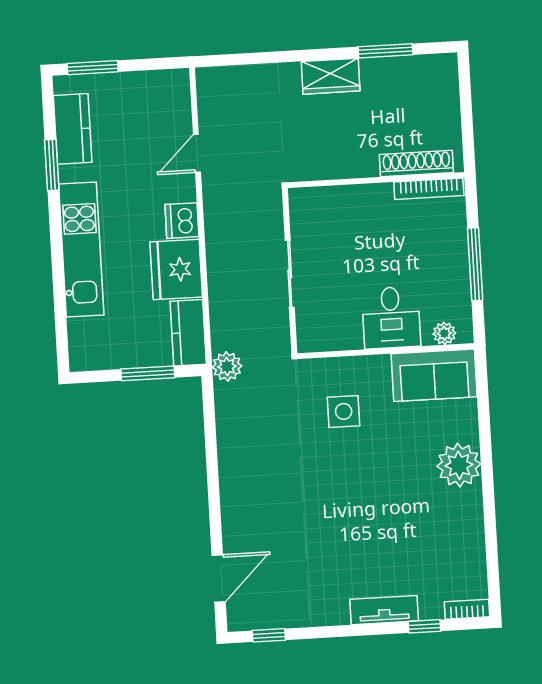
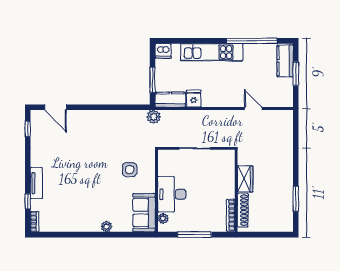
window: (93, 68) -> (296, 74), moved
wardrobe: (331, 76) -> (245, 179), moved, turned 180
kitchen counter: (73, 129) -> (285, 61), moved, turned 90
window: (52, 165) -> (252, 41), width x2.11
dishwasher: (182, 221) -> (163, 51), moved, turned 180
fridge: (176, 269) -> (194, 99), width x0.53, depth x0.75
desk: (391, 318) -> (172, 194), width x1.37
plant: (459, 465) -> (106, 226), width x0.53, depth x0.53

